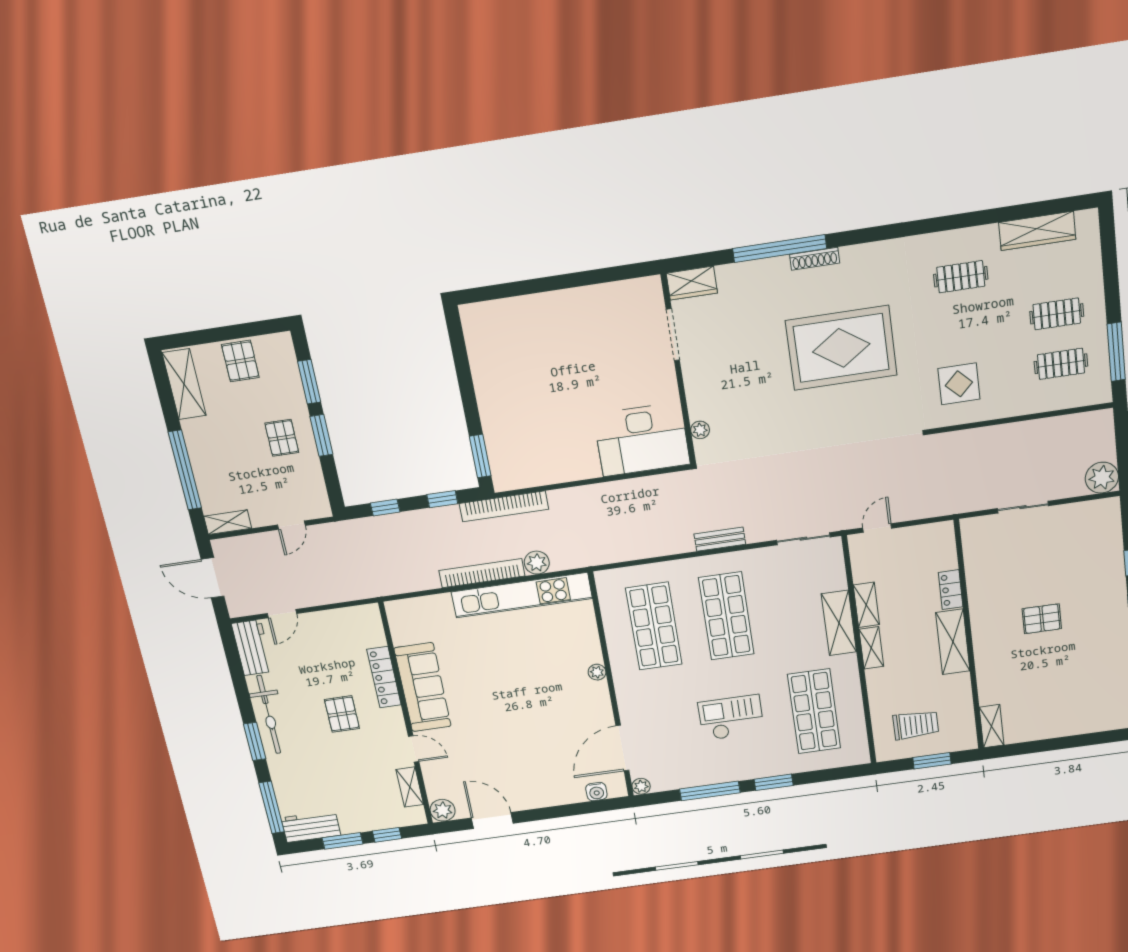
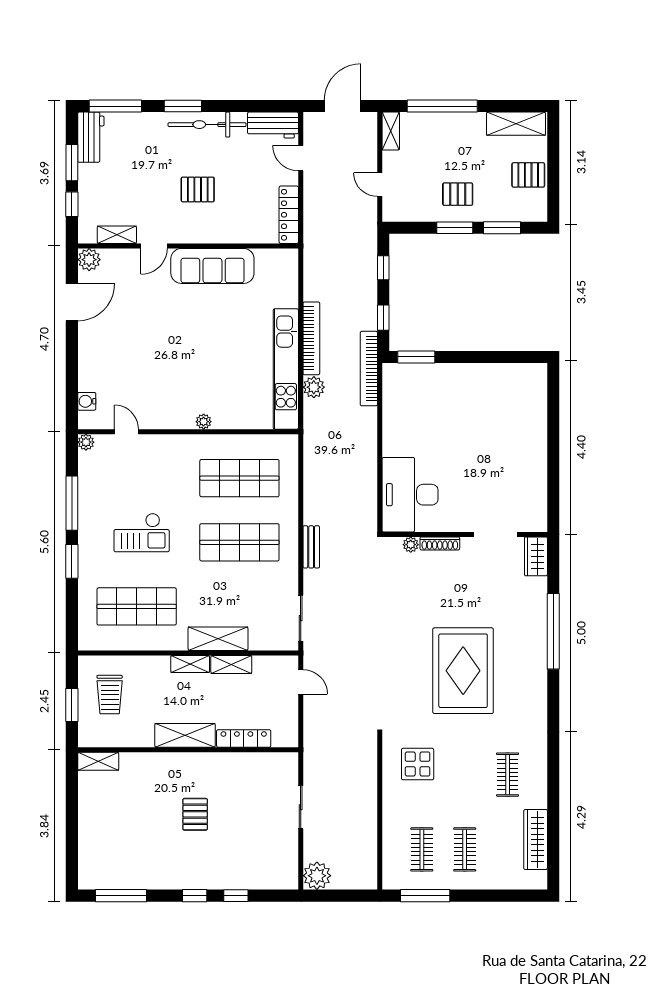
shoe rack: (815, 259) -> (440, 543), moved, turned -90
locker: (951, 590) -> (244, 738), width x1.53
locker: (384, 677) -> (289, 215), moved, turned -90
checkout: (731, 718) -> (142, 533), turned 90
door: (622, 748) -> (126, 432), width x0.53

